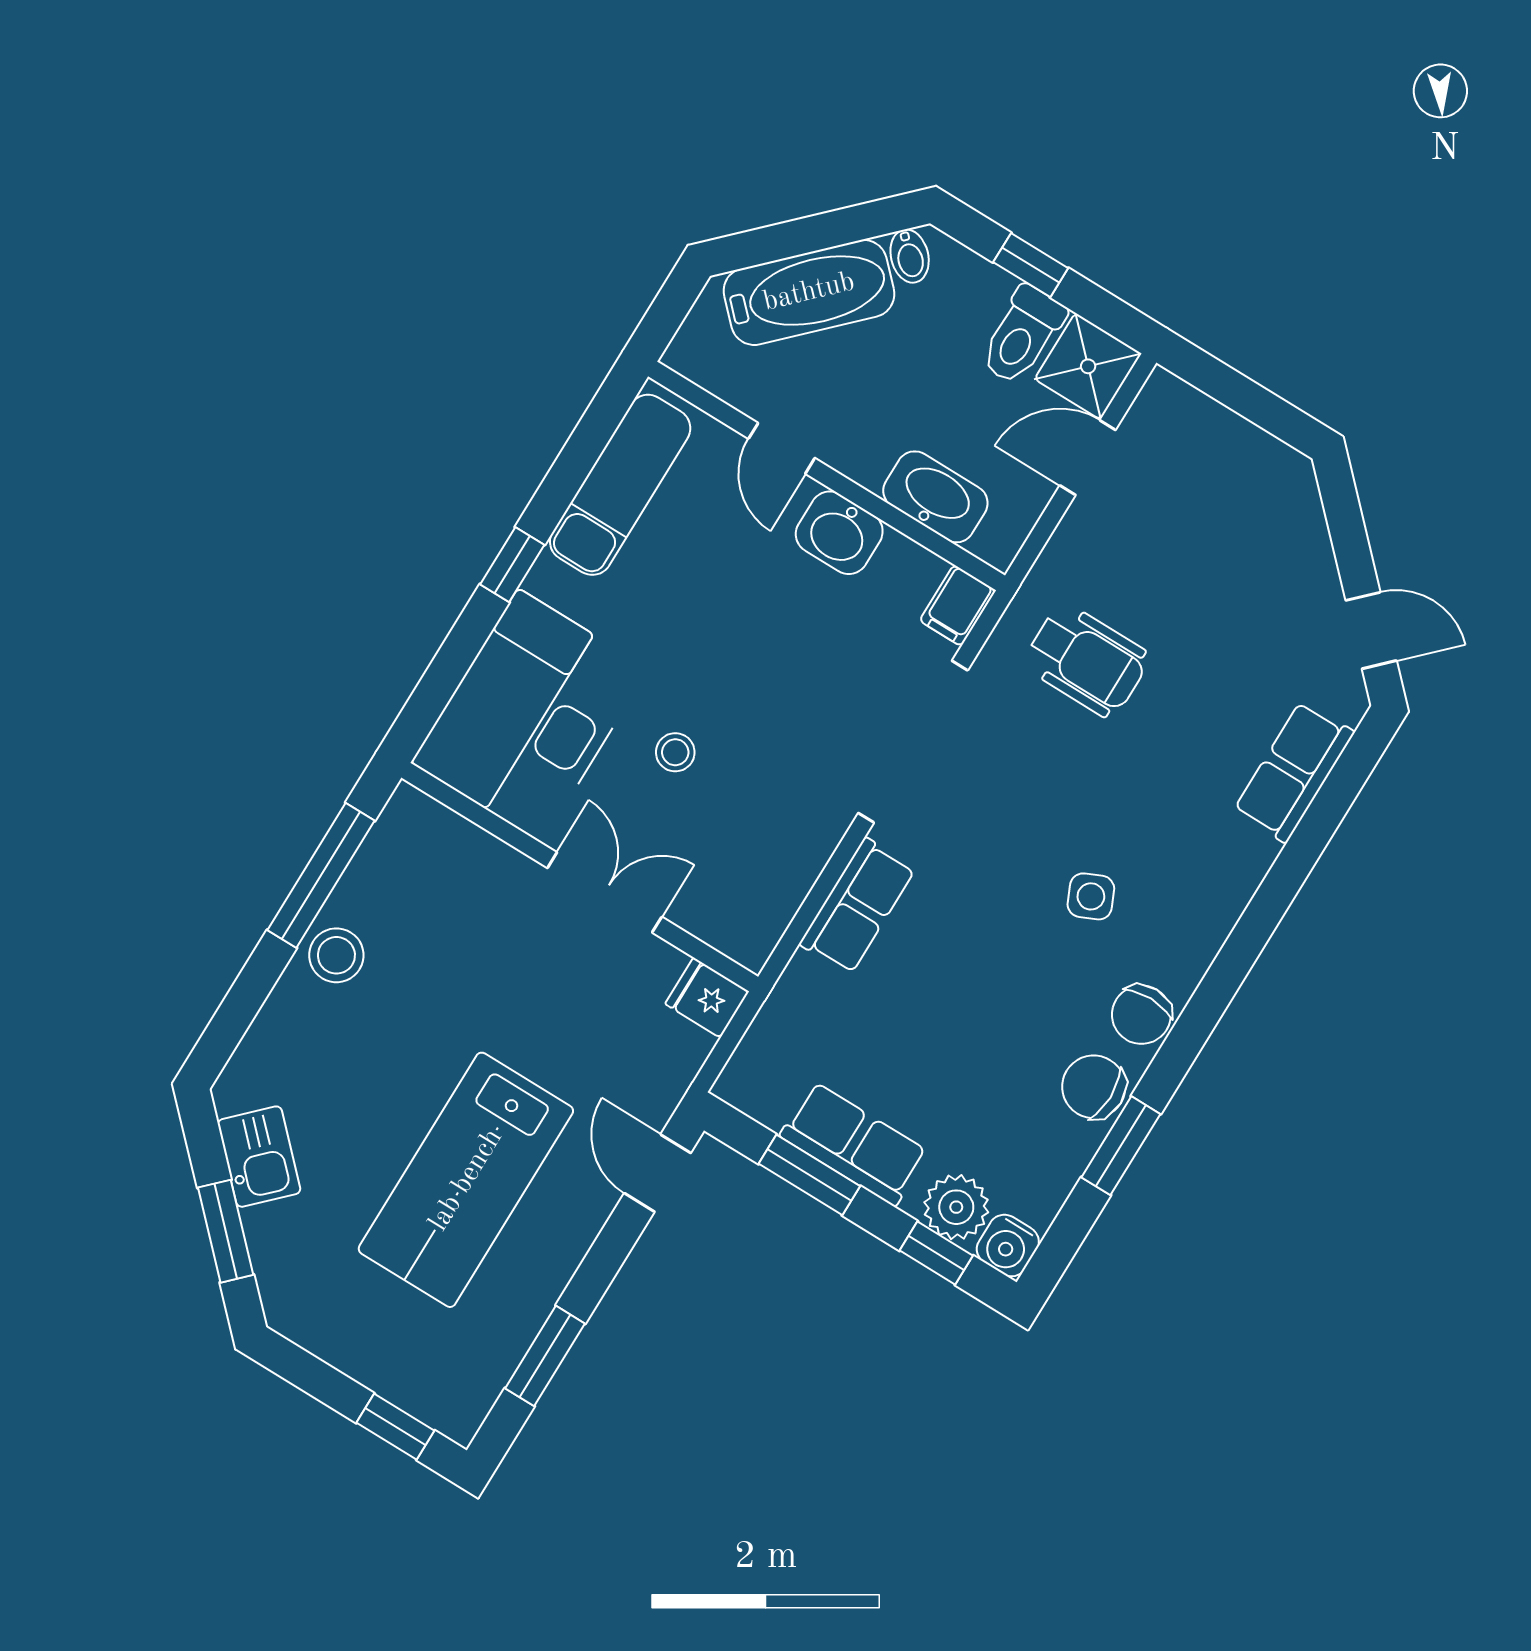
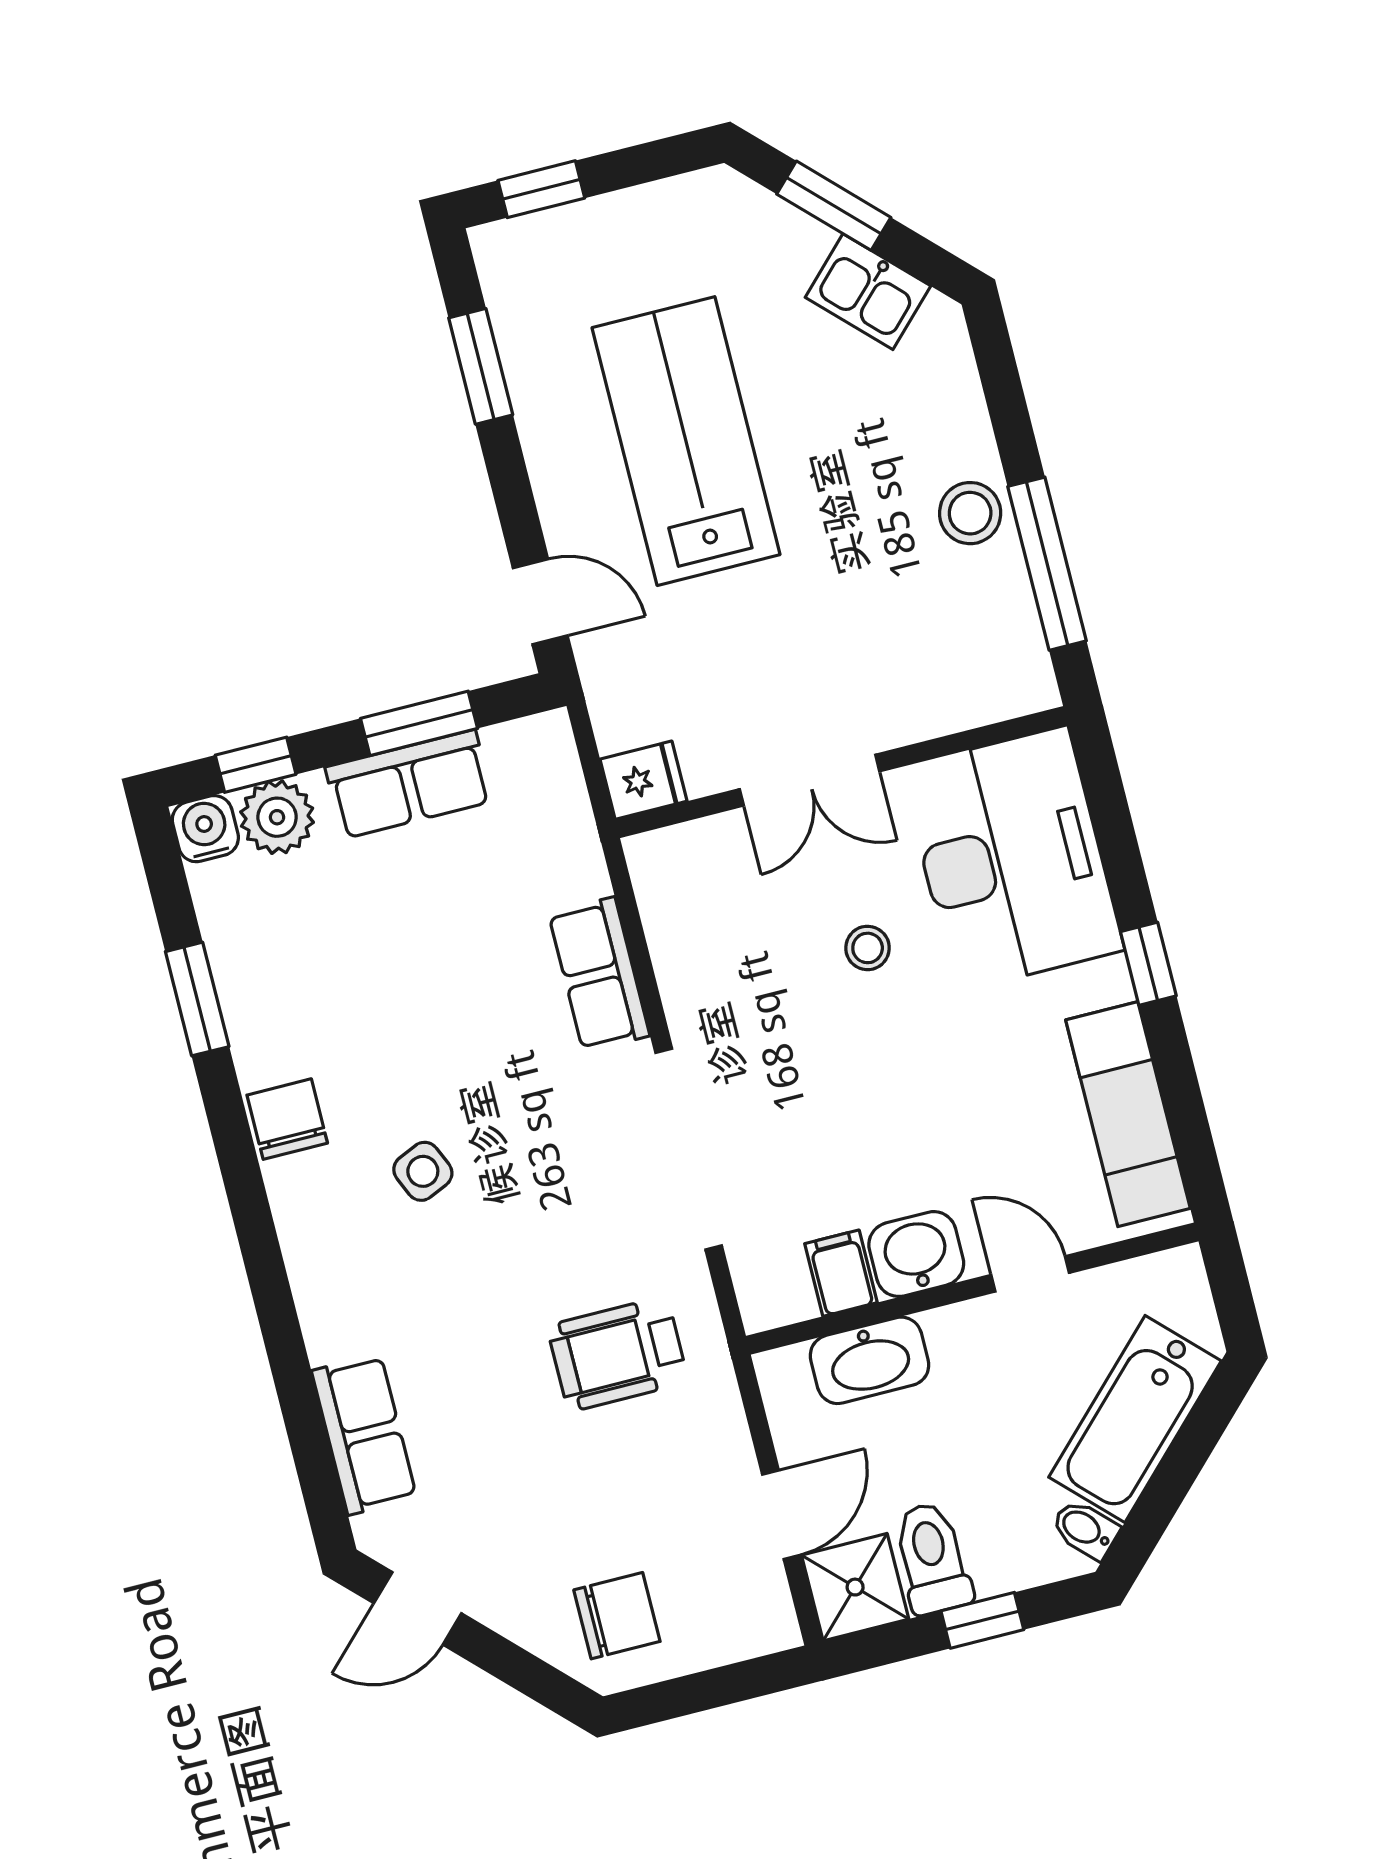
filing cabinet: (958, 606) -> (841, 1273), moved
chair: (1094, 1087) -> (617, 1616), moved

